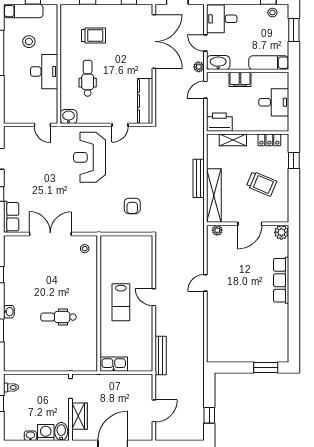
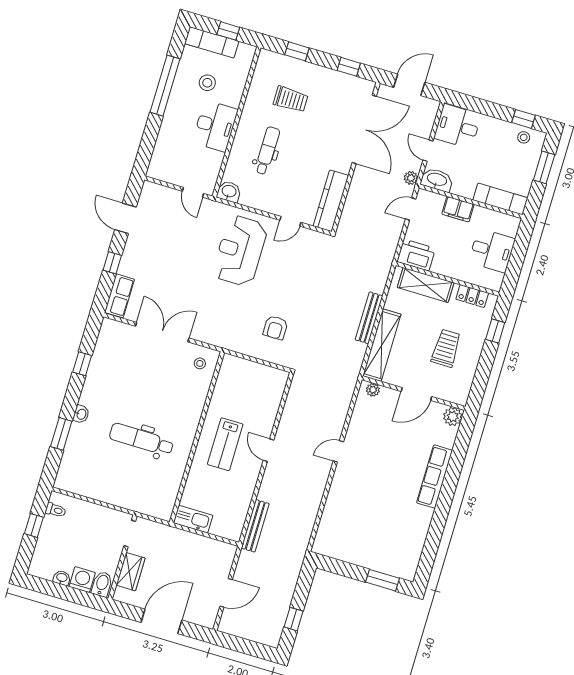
shelving: (233, 140) -> (426, 285), width x1.50, depth x1.33
trolley: (262, 184) -> (446, 348), turned -113
dental chair: (59, 317) -> (141, 439), width x1.36, depth x1.38

